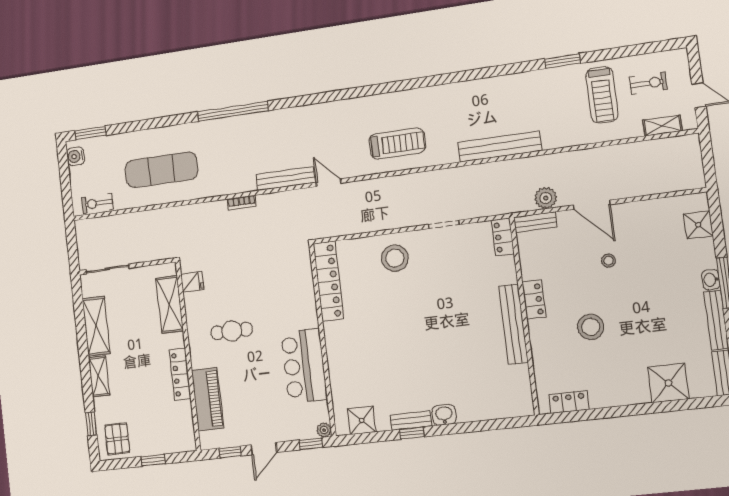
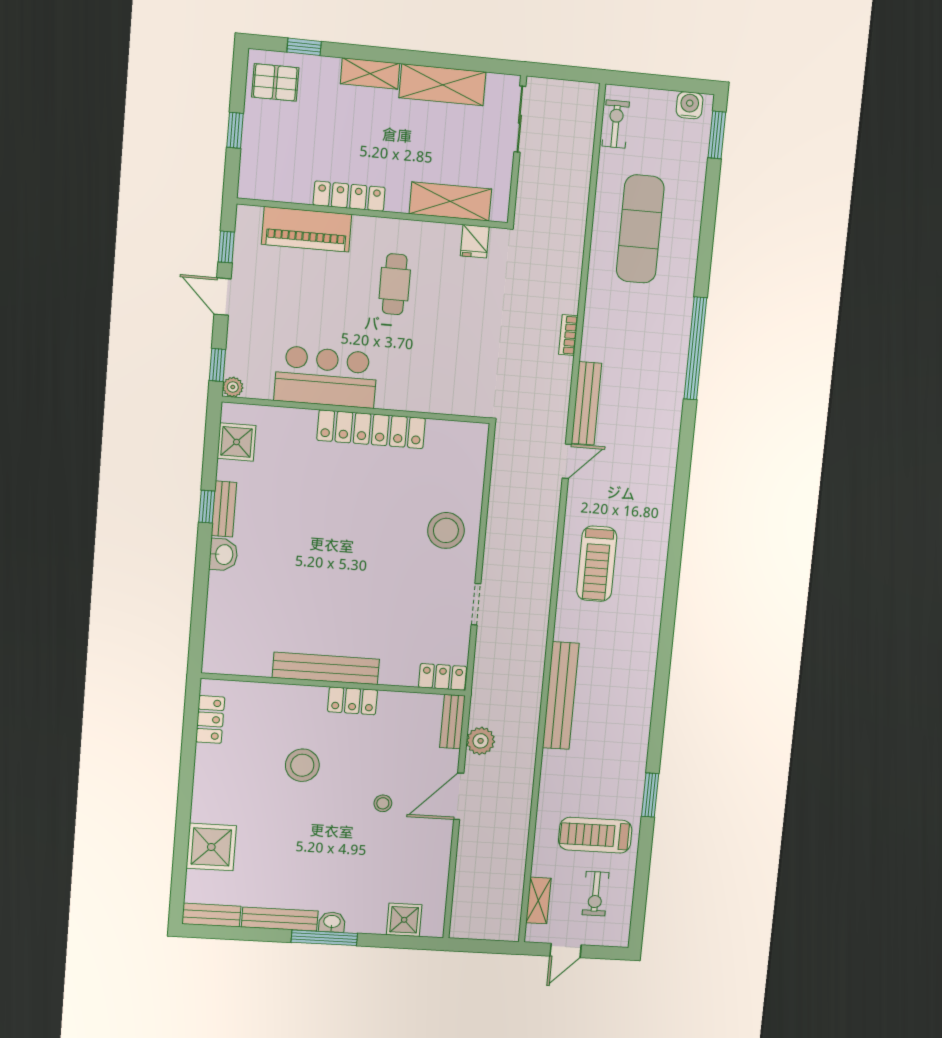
locker: (328, 281) -> (371, 429), moved

